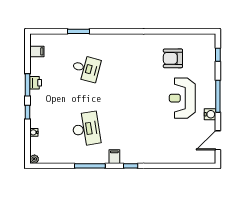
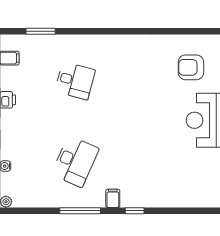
window: (78, 31) -> (41, 31), moved
desk: (86, 129) -> (75, 161), turned 33

